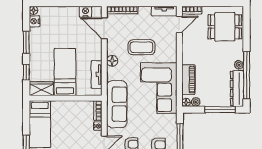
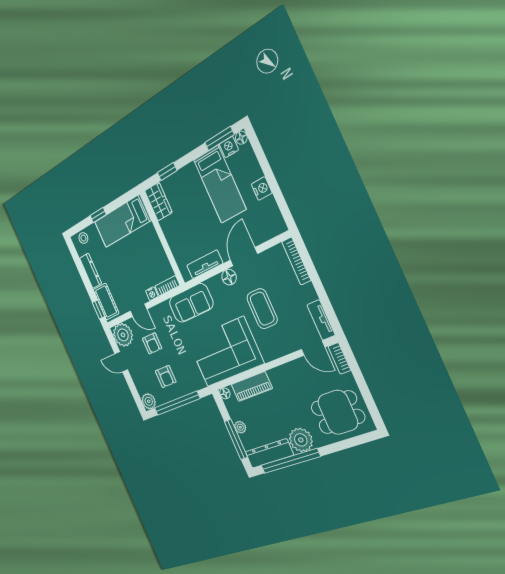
nightstand: (85, 12) -> (262, 189), moved
dining table: (225, 27) -> (338, 412), turned 90
door: (104, 28) -> (244, 257), moved
window: (26, 42) -> (219, 139), moved
plant: (239, 65) -> (301, 440), width x1.88, depth x1.88
bed: (65, 72) -> (220, 184), moved, turned 90
plant: (196, 102) -> (240, 427), moved
sofa: (117, 104) -> (191, 303), width x0.73

